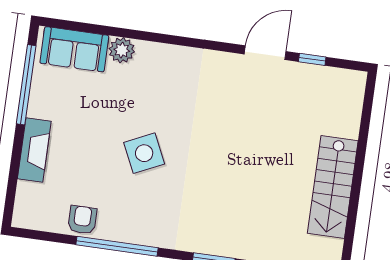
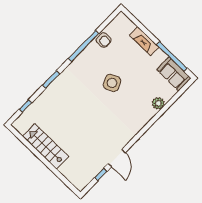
sofa: (74, 49) -> (174, 74), moved, turned -90

